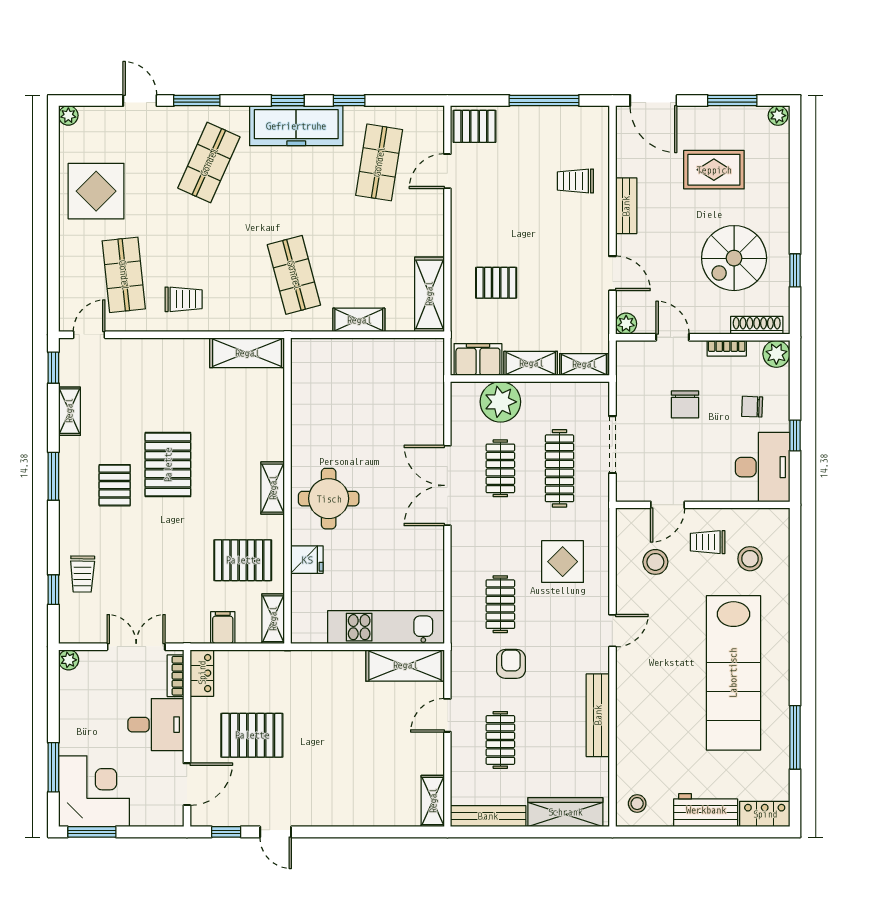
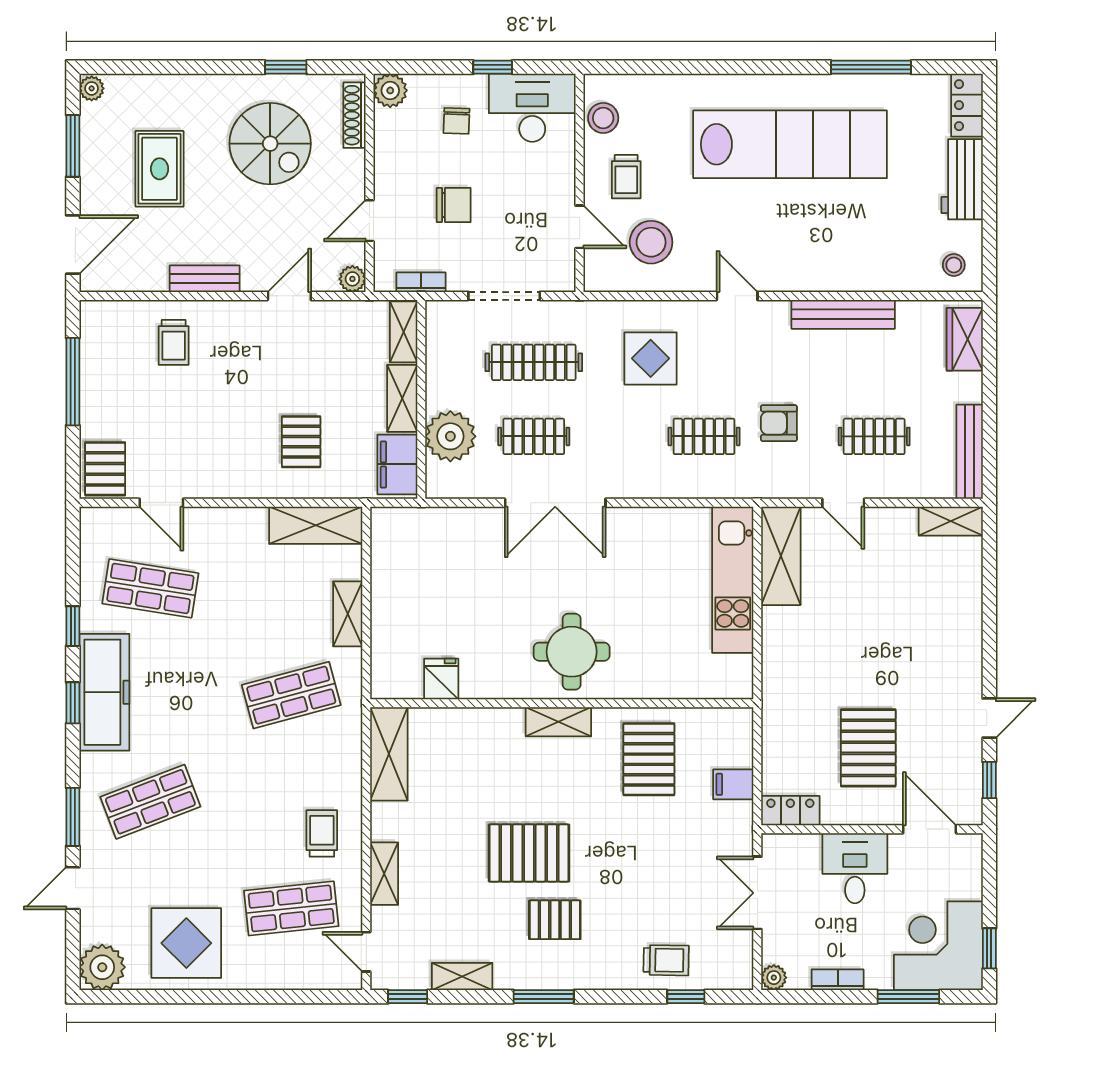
plant: (68, 115) -> (102, 967), width x1.87, depth x1.87
shop shelf: (209, 162) -> (150, 802), turned -45
bookcase: (727, 348) -> (421, 282), moved, turned -90
stool: (750, 559) -> (603, 118), moved
fridge: (307, 560) -> (441, 679), moved
stool: (655, 562) -> (651, 242), width x1.38, depth x1.38
shelving: (273, 619) -> (384, 874), moved, turned 90
bookcase: (176, 676) -> (838, 980), moved, turned 180
wardrobe: (565, 812) -> (965, 339), width x0.67
window: (92, 832) -> (989, 948), width x0.67

